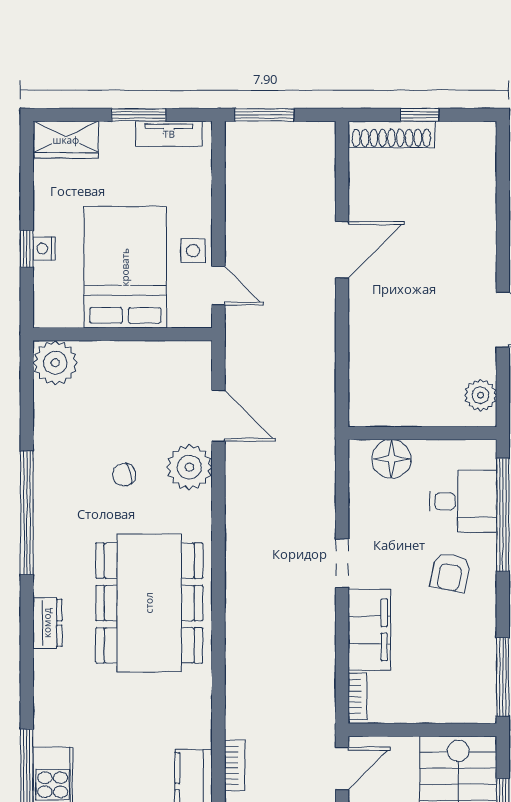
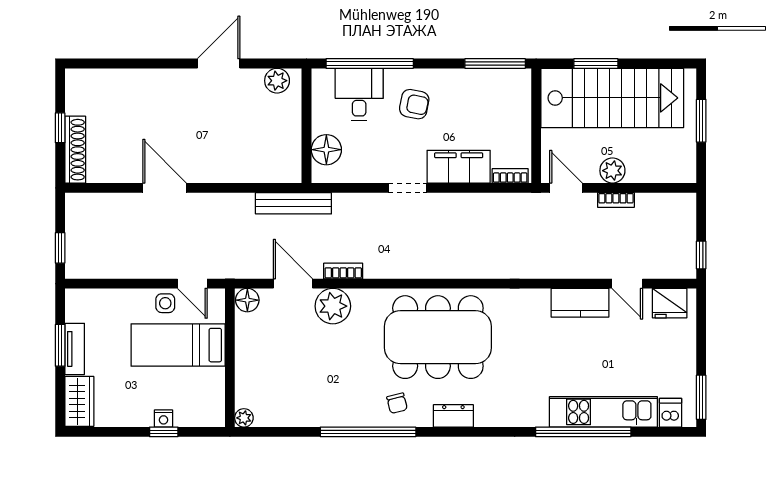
window: (264, 115) -> (60, 248), width x0.67
tv unit: (169, 134) -> (75, 349), moved
bed: (125, 267) -> (178, 345), width x0.67
door: (218, 286) -> (192, 284), swing flipped
floor lamp: (197, 357) -> (247, 300), added
plant: (55, 363) -> (244, 418), width x0.53, depth x0.53
door: (218, 416) -> (293, 284), hinge flipped
bench: (322, 416) -> (293, 203), added
chair: (124, 475) -> (397, 403), moved
bookcase: (235, 765) -> (343, 271), moved

